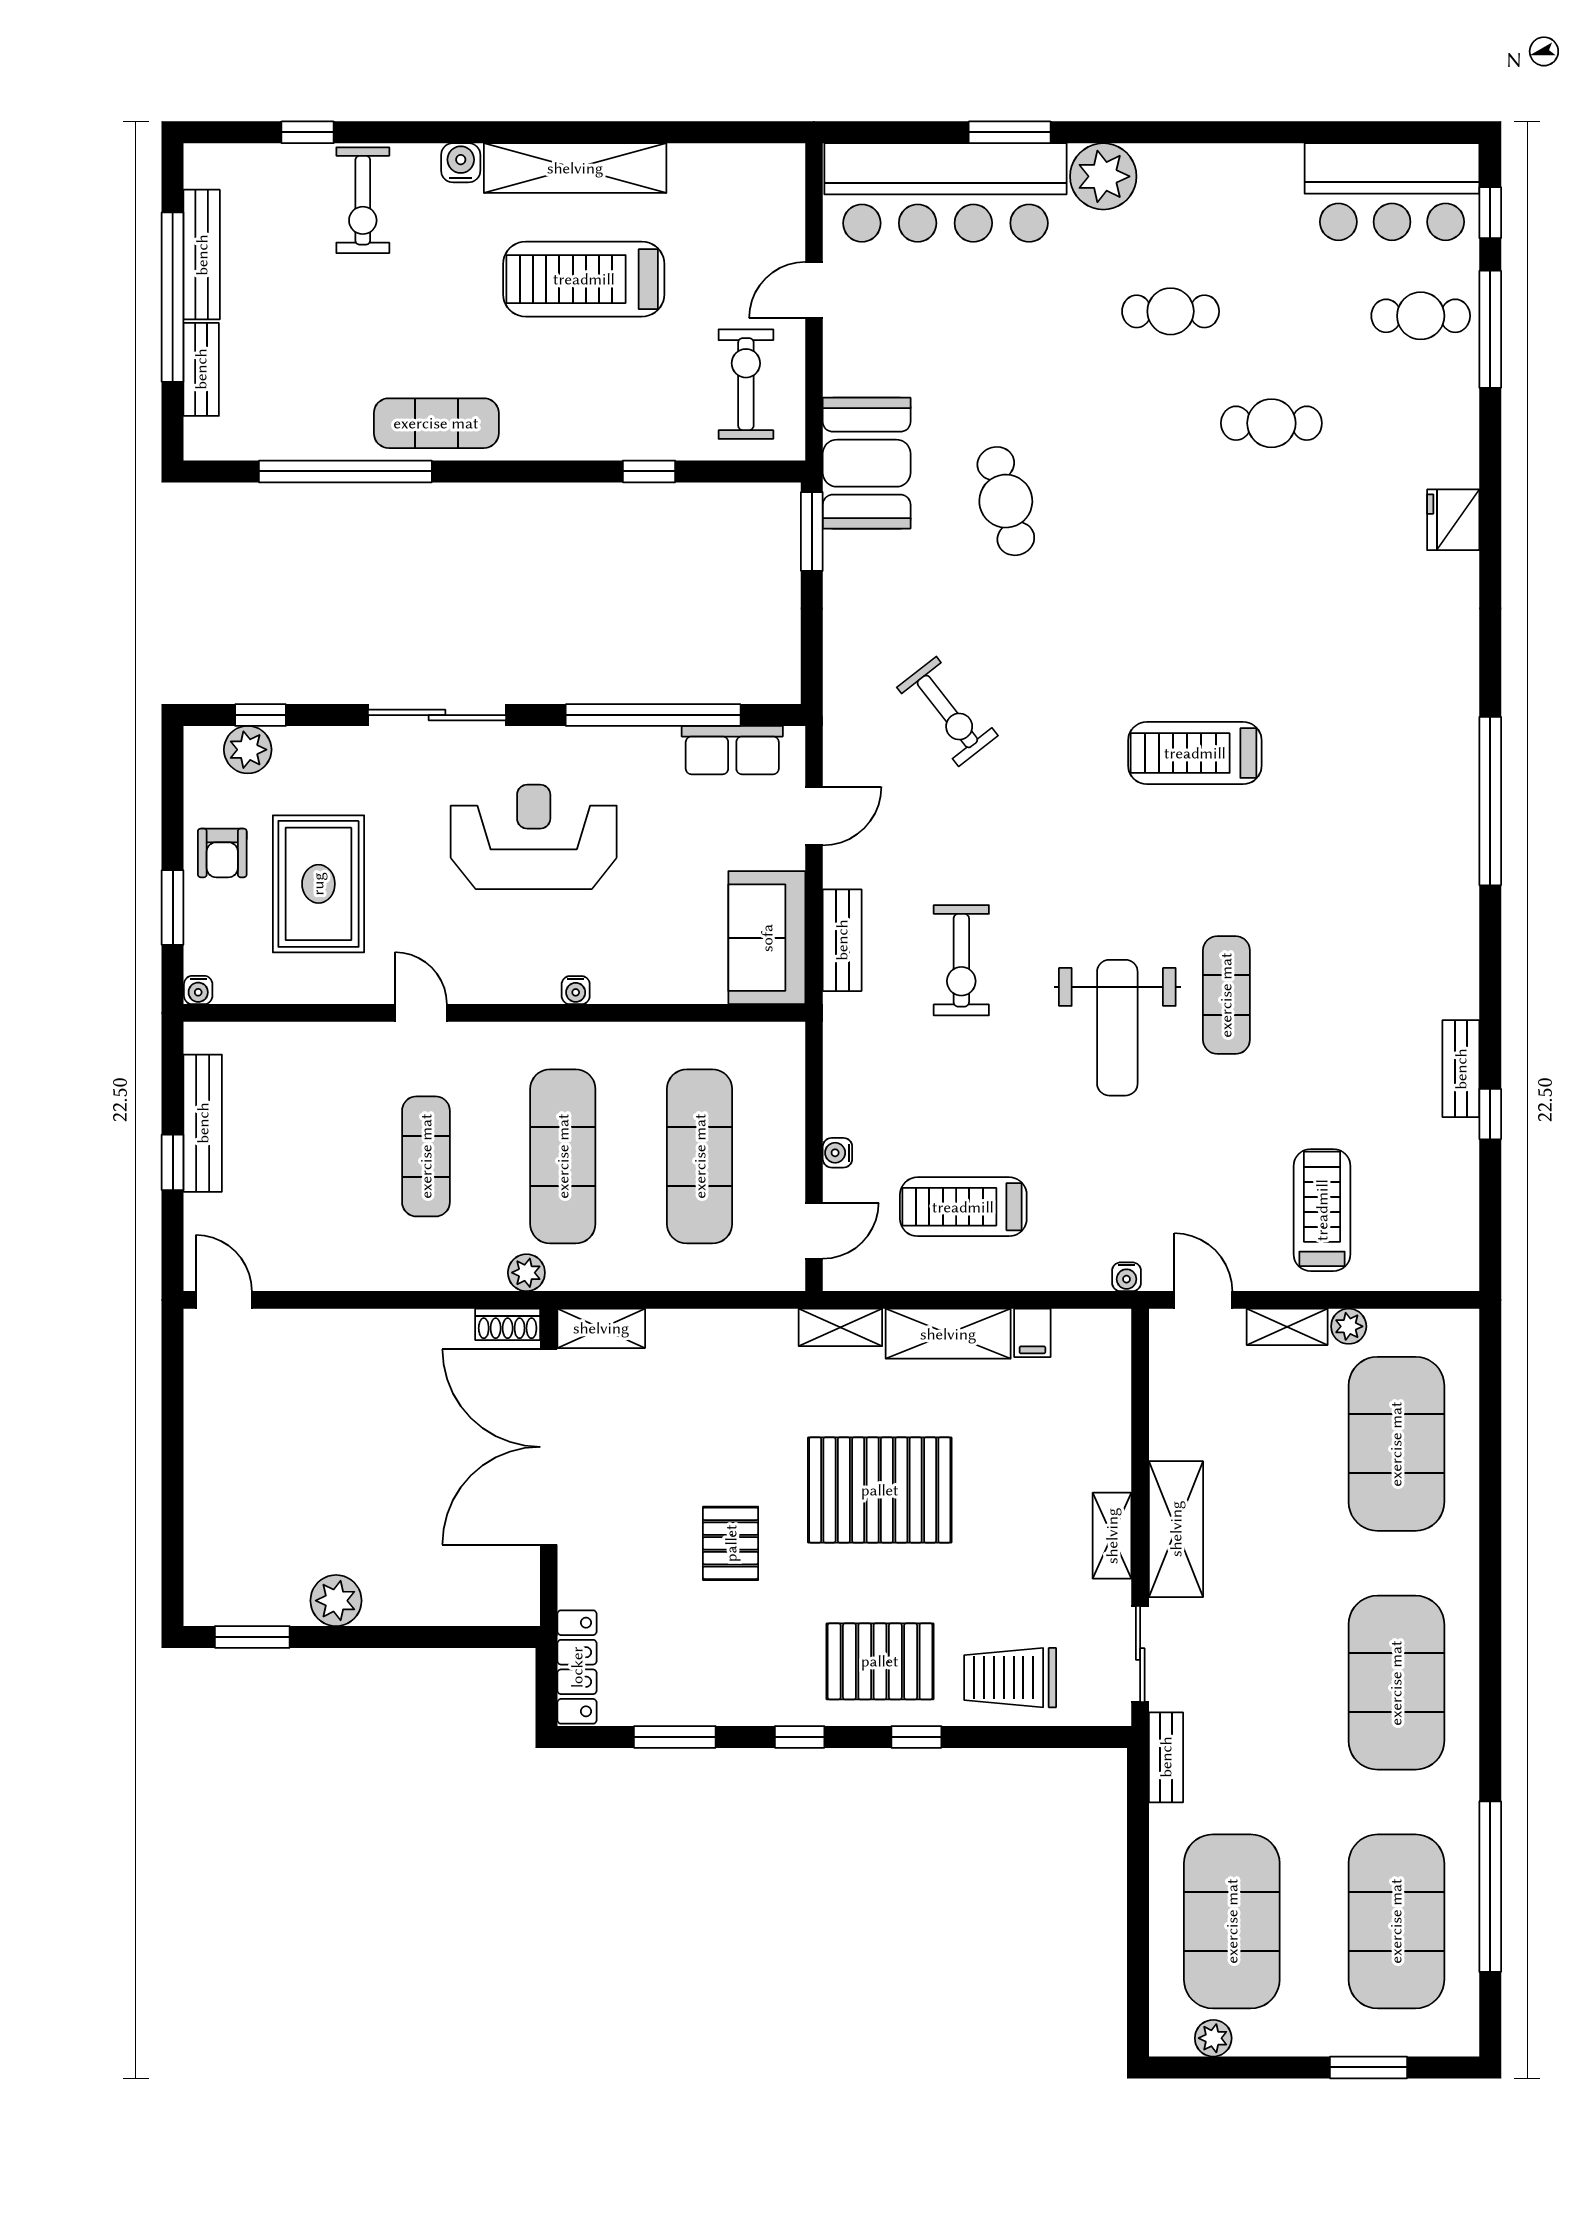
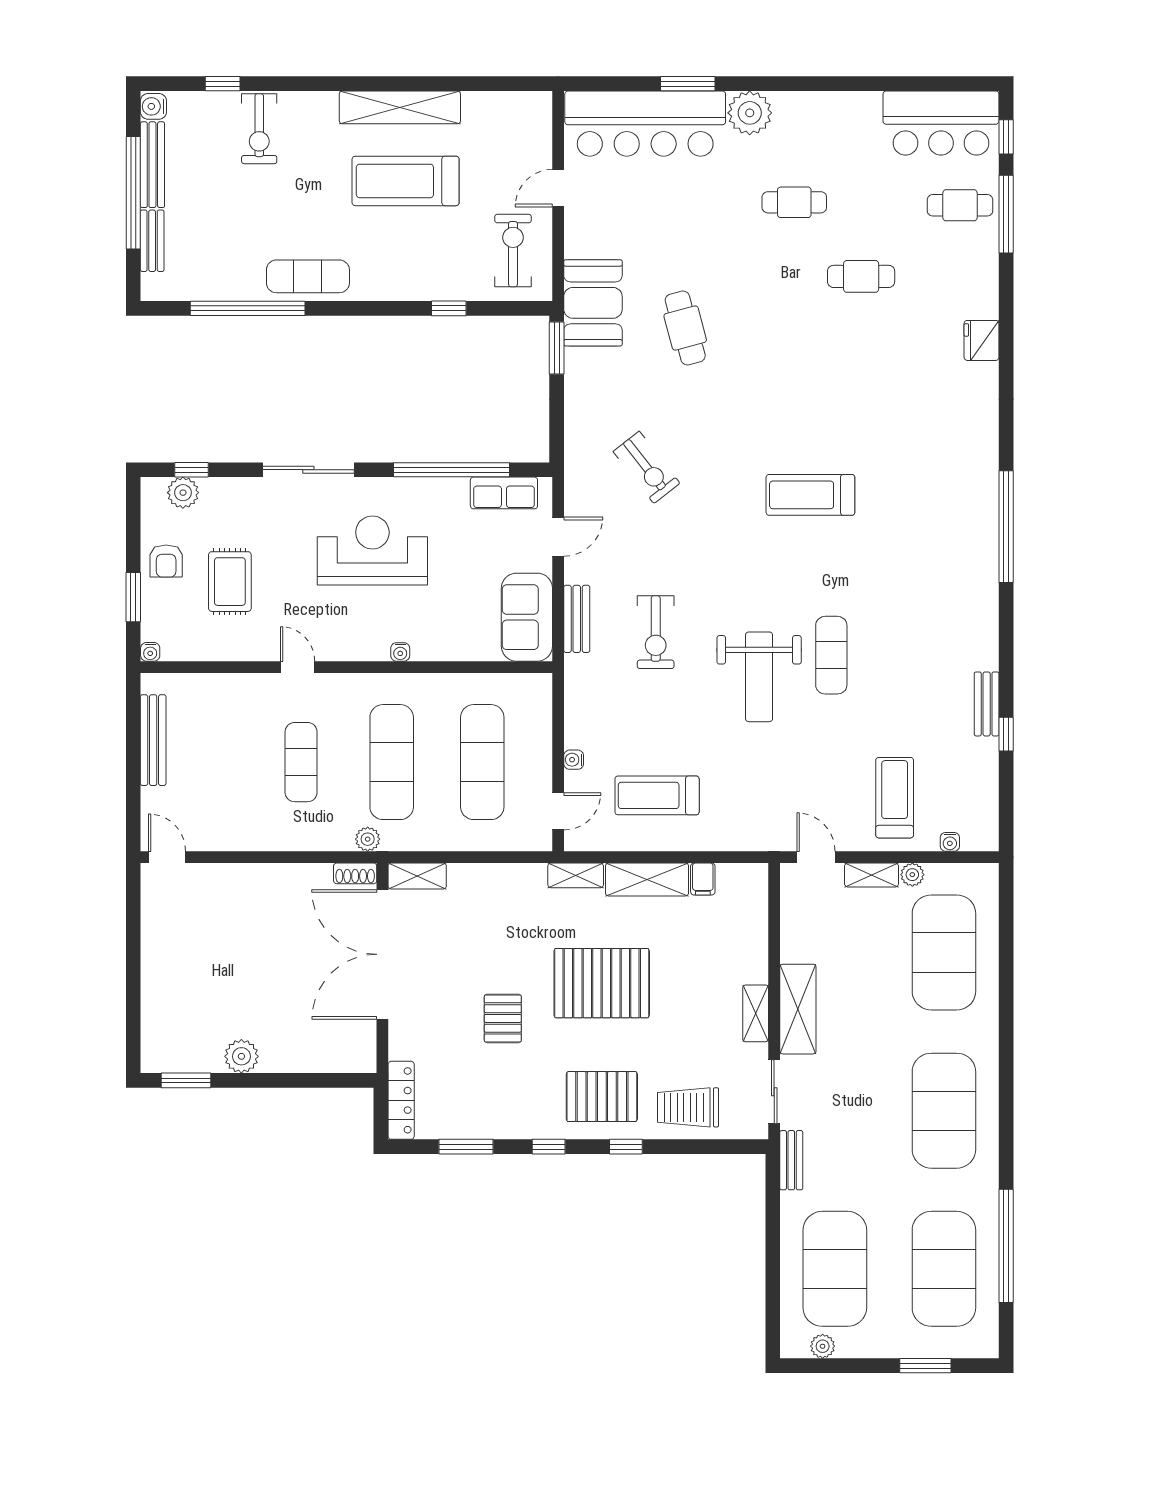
water cooler: (461, 163) -> (153, 106), moved, turned -90
rug: (318, 884) -> (230, 582), width x0.73, depth x0.70
window: (173, 1162) -> (133, 766), removed
water cooler: (1127, 1277) -> (950, 842), moved

